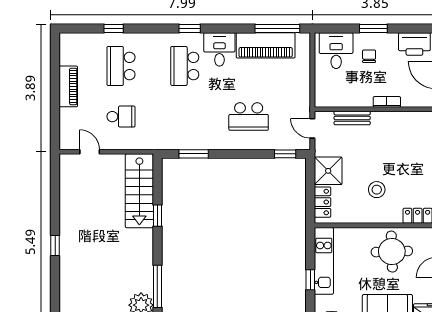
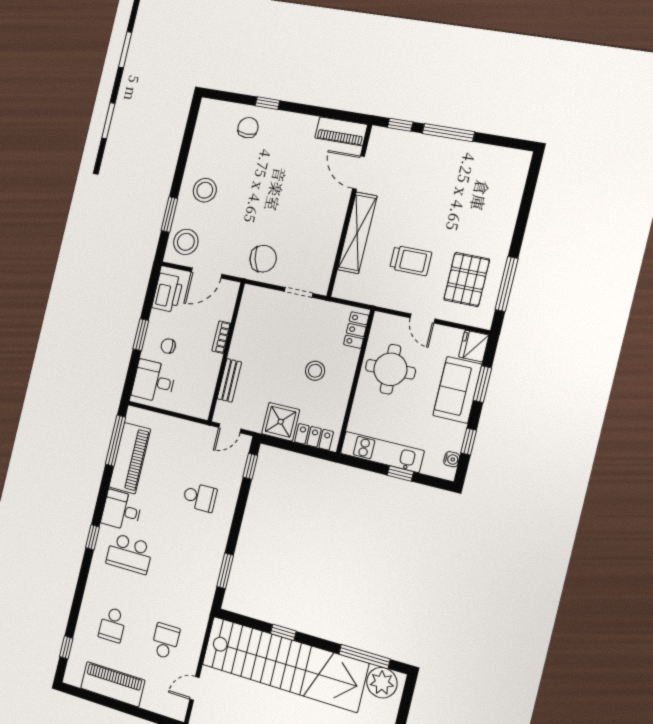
window: (114, 29) -> (66, 647), moved
school desk: (121, 66) -> (112, 625), width x0.54
piano: (68, 86) -> (113, 684), width x1.37, depth x1.33
school desk: (249, 117) -> (200, 497), width x0.54
stairs: (139, 191) -> (284, 664), width x1.86, depth x1.51

